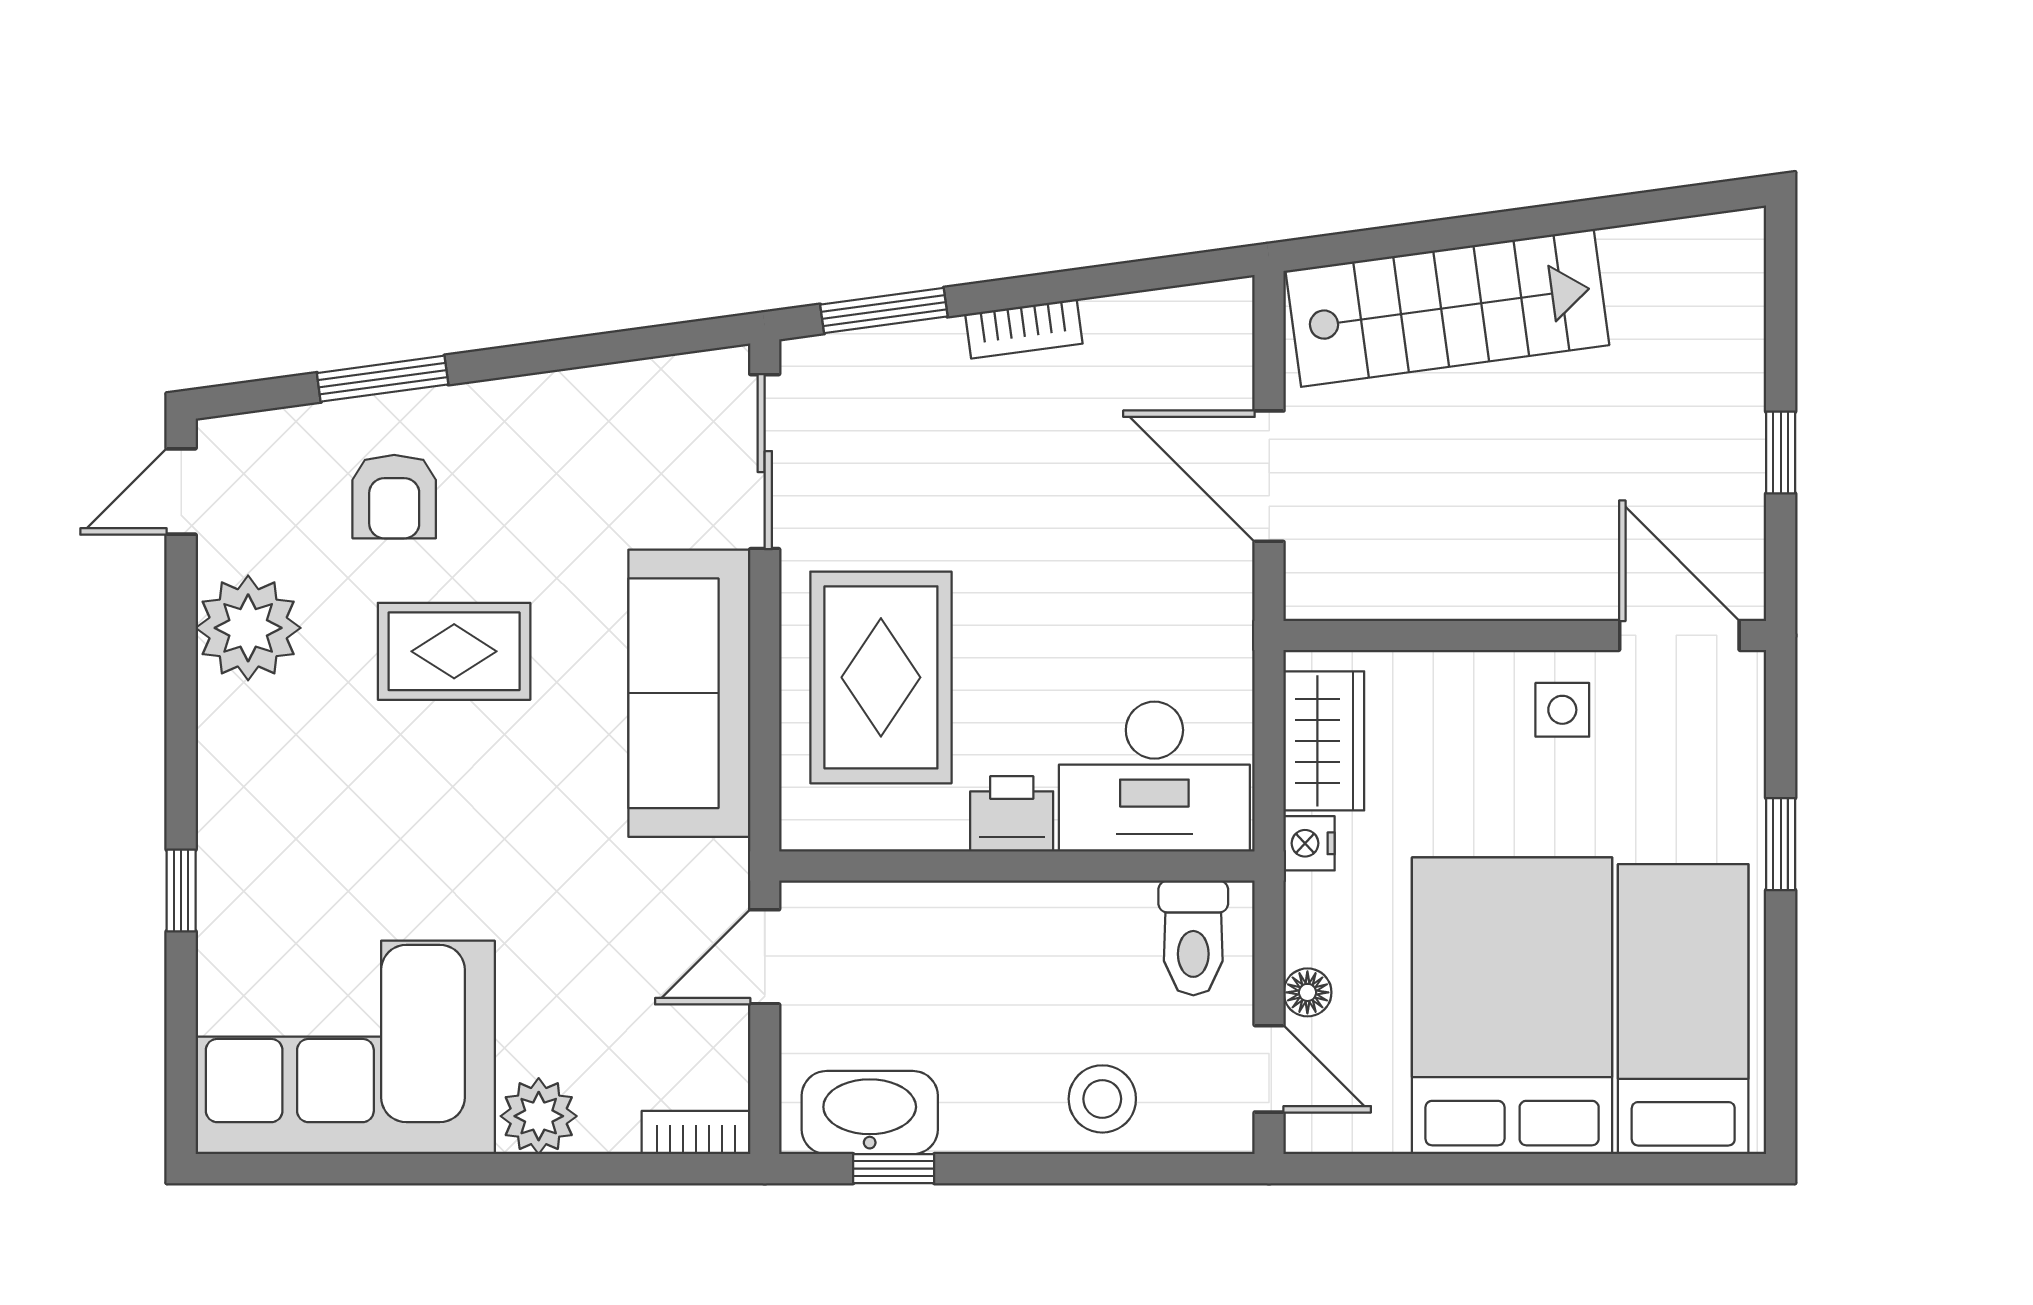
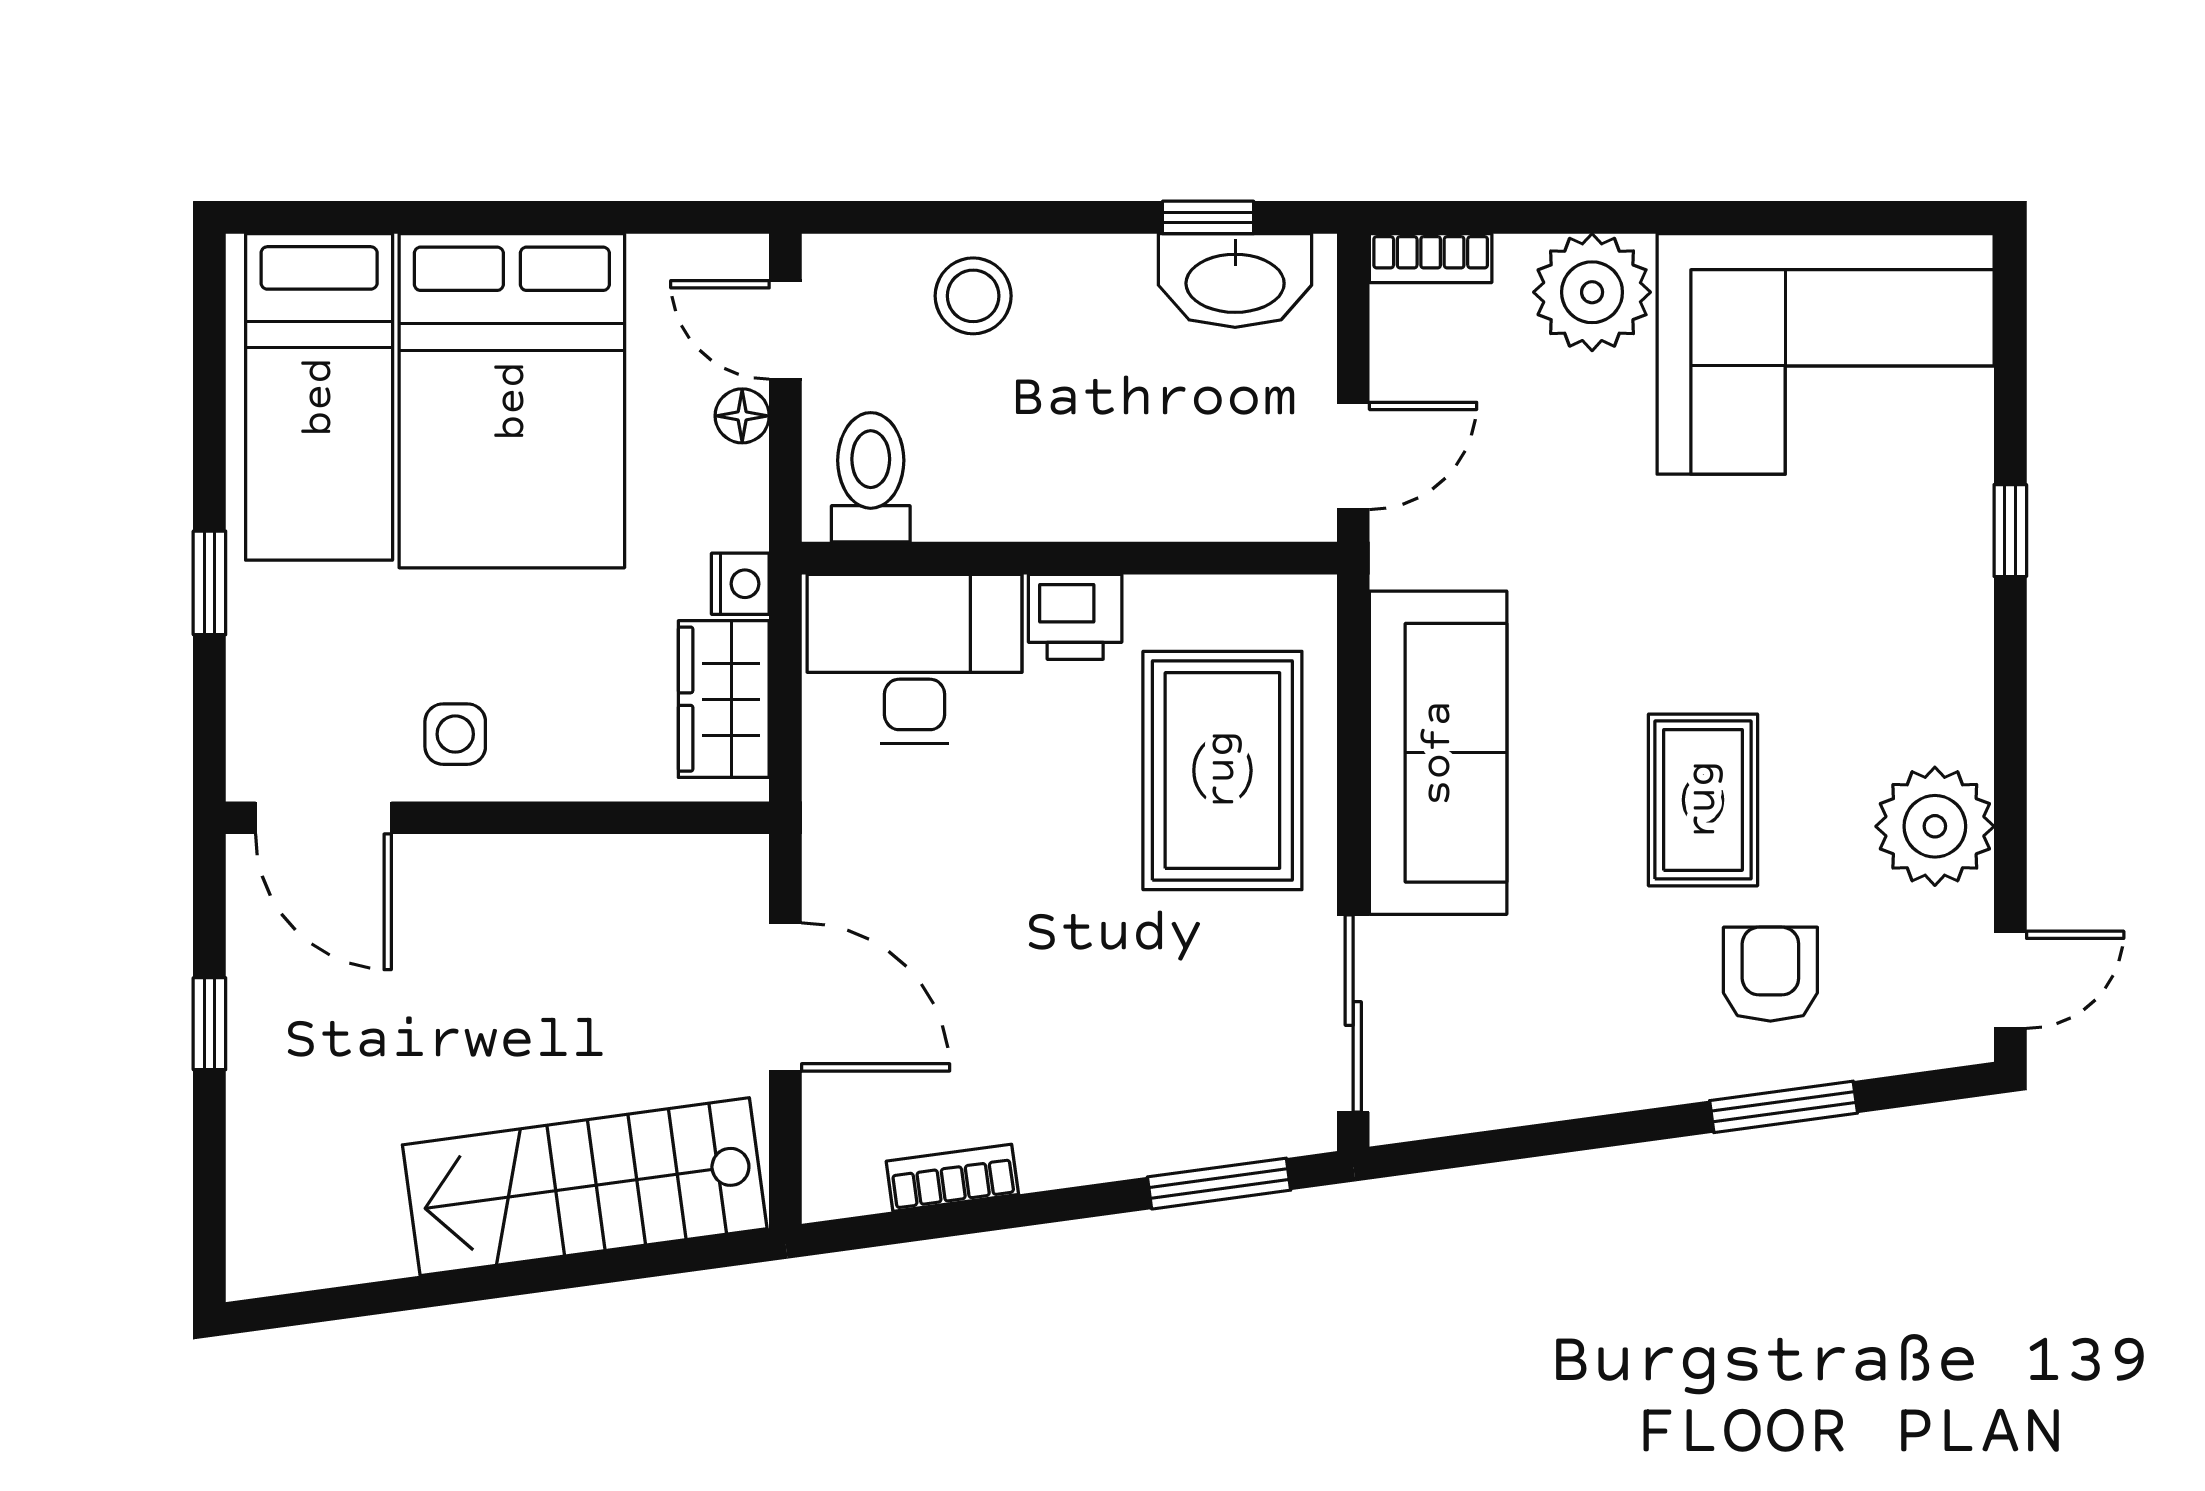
bookcase: (1024, 329) -> (952, 1178), moved
rug: (454, 651) -> (1703, 800), turned 90
plant: (539, 1116) -> (1592, 292), width x1.36, depth x1.36

